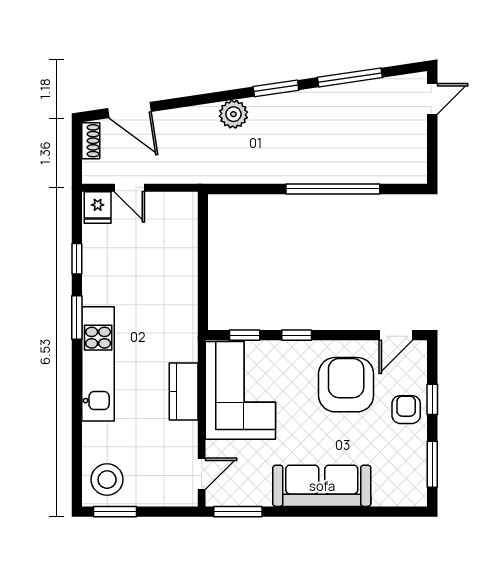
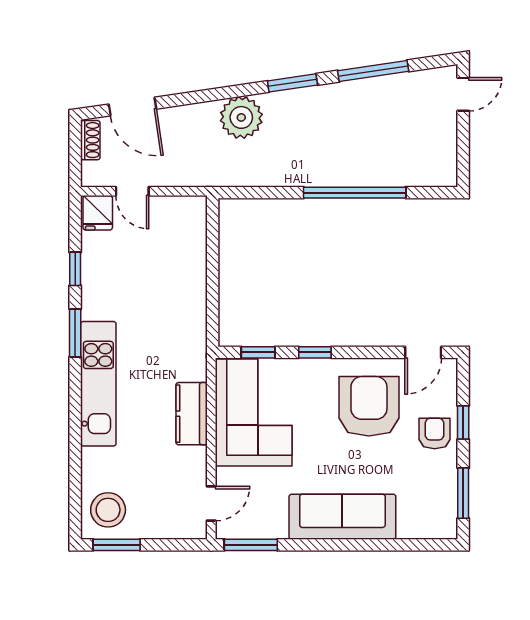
plant: (233, 114) -> (241, 117), width x1.36, depth x1.36

